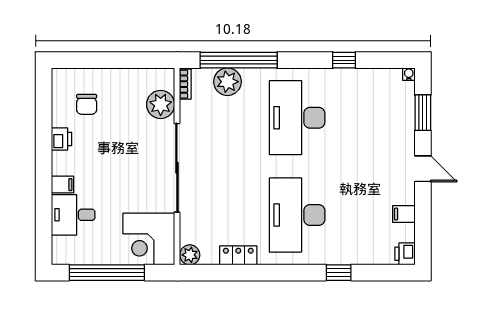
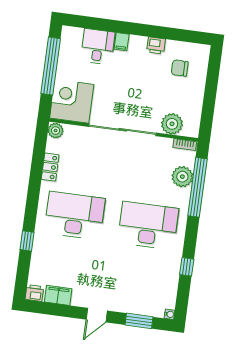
filing cabinet: (404, 214) -> (58, 295), width x2.00

